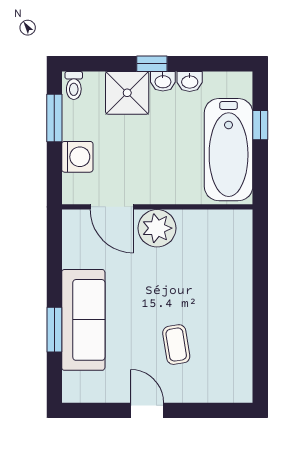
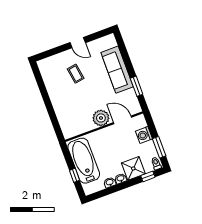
window: (152, 64) -> (148, 176), moved
window: (54, 330) -> (137, 86), moved

